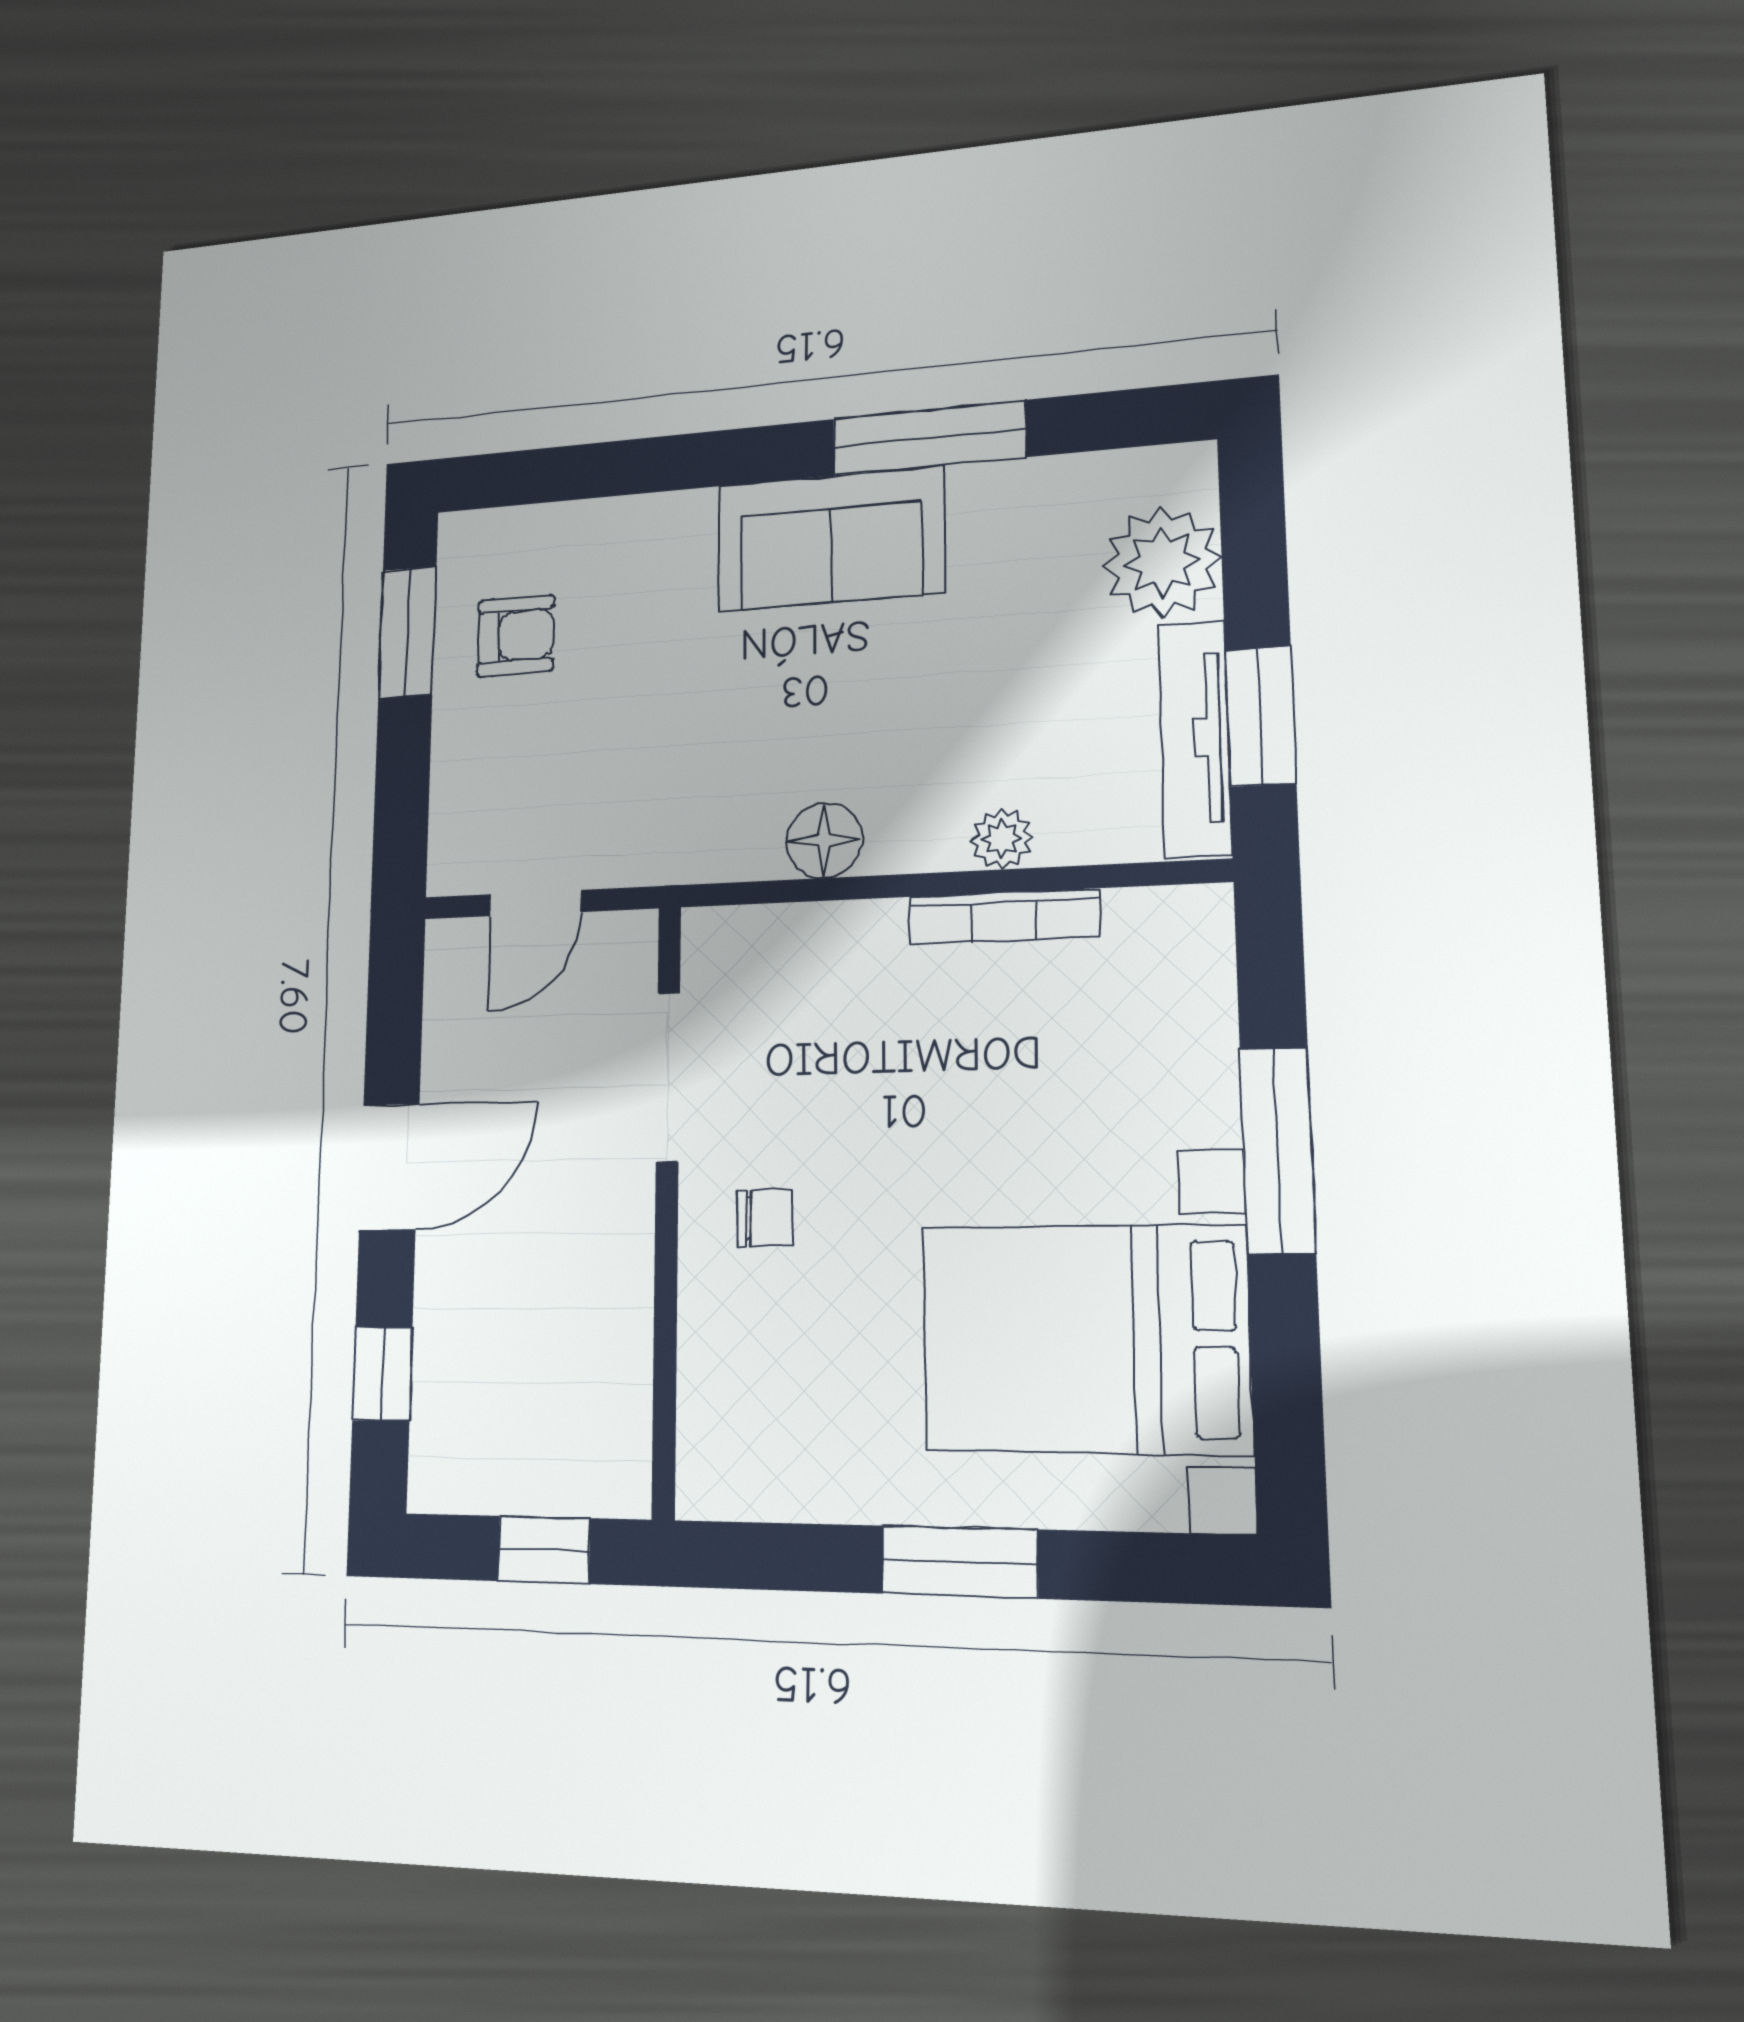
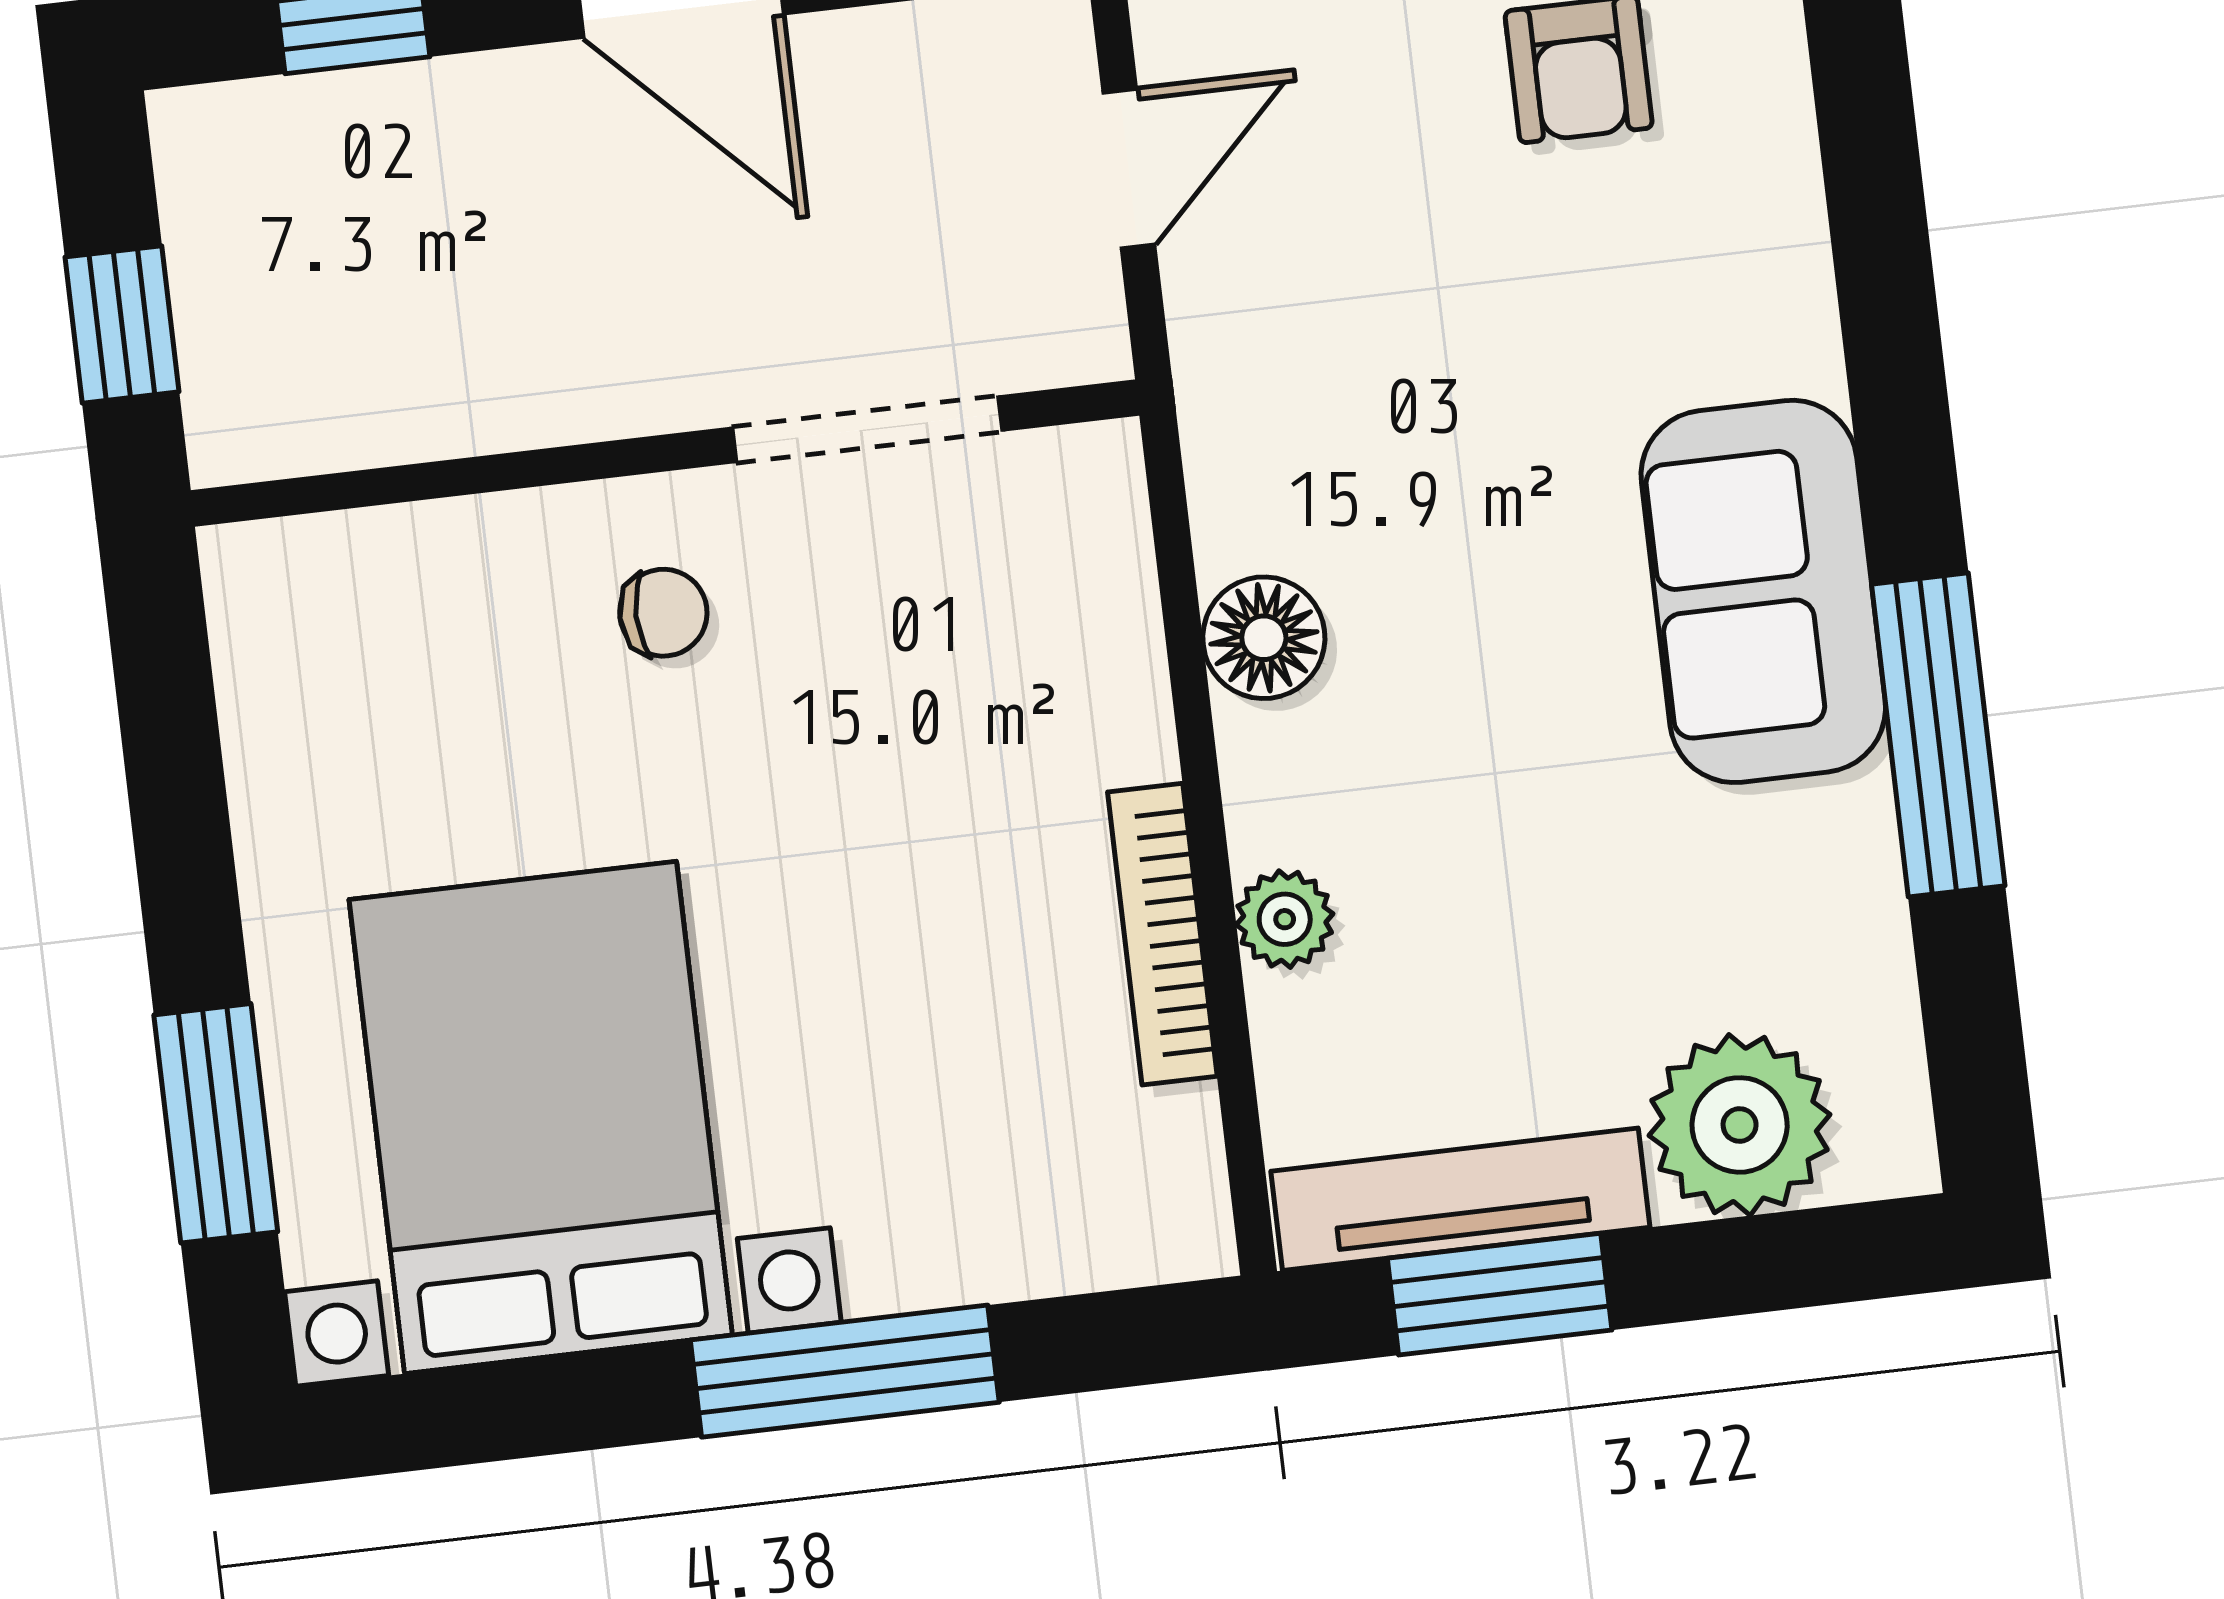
door: (535, 903) -> (1129, 168), swing flipped
chair: (765, 1218) -> (663, 613), turned -90
window: (959, 1562) -> (216, 1123), moved

